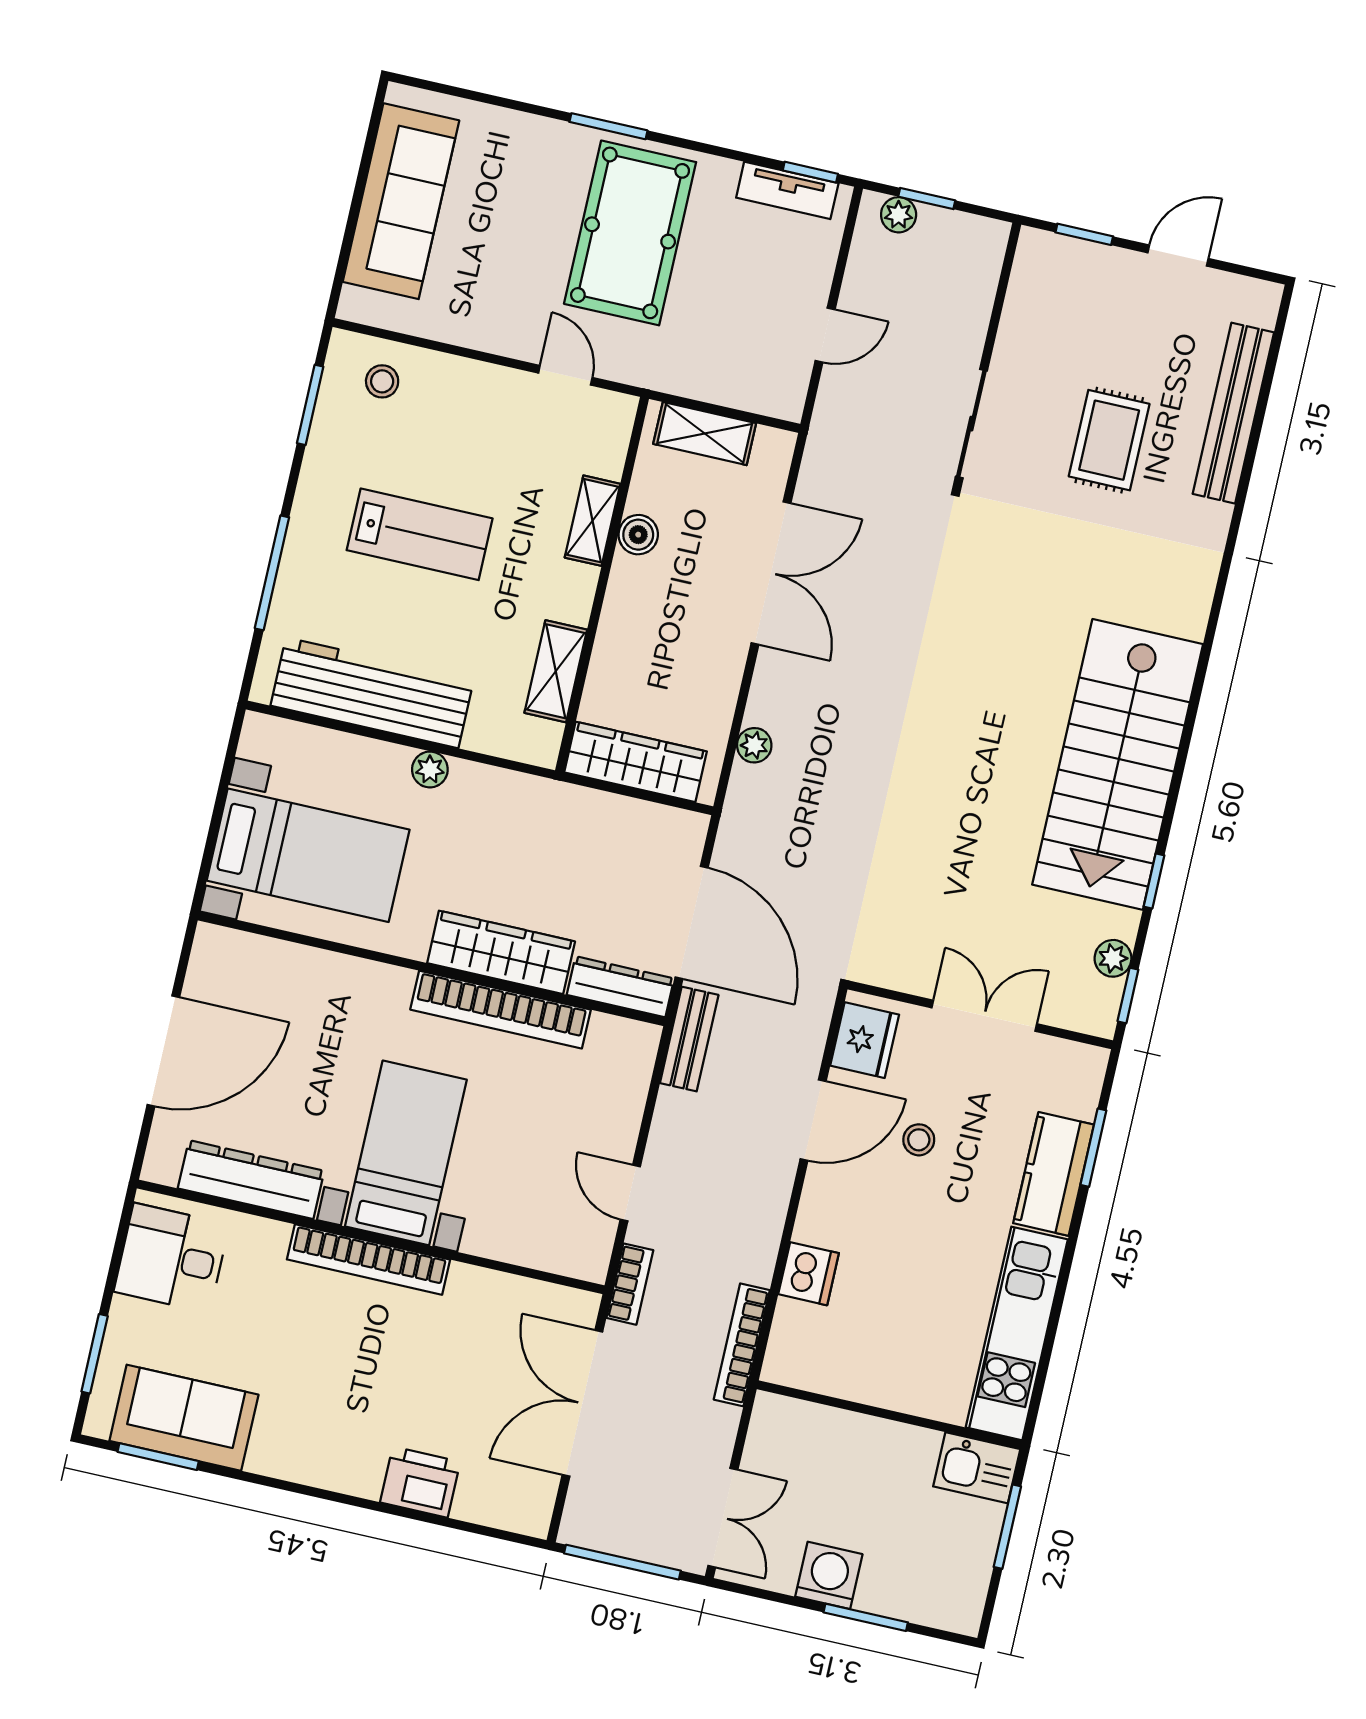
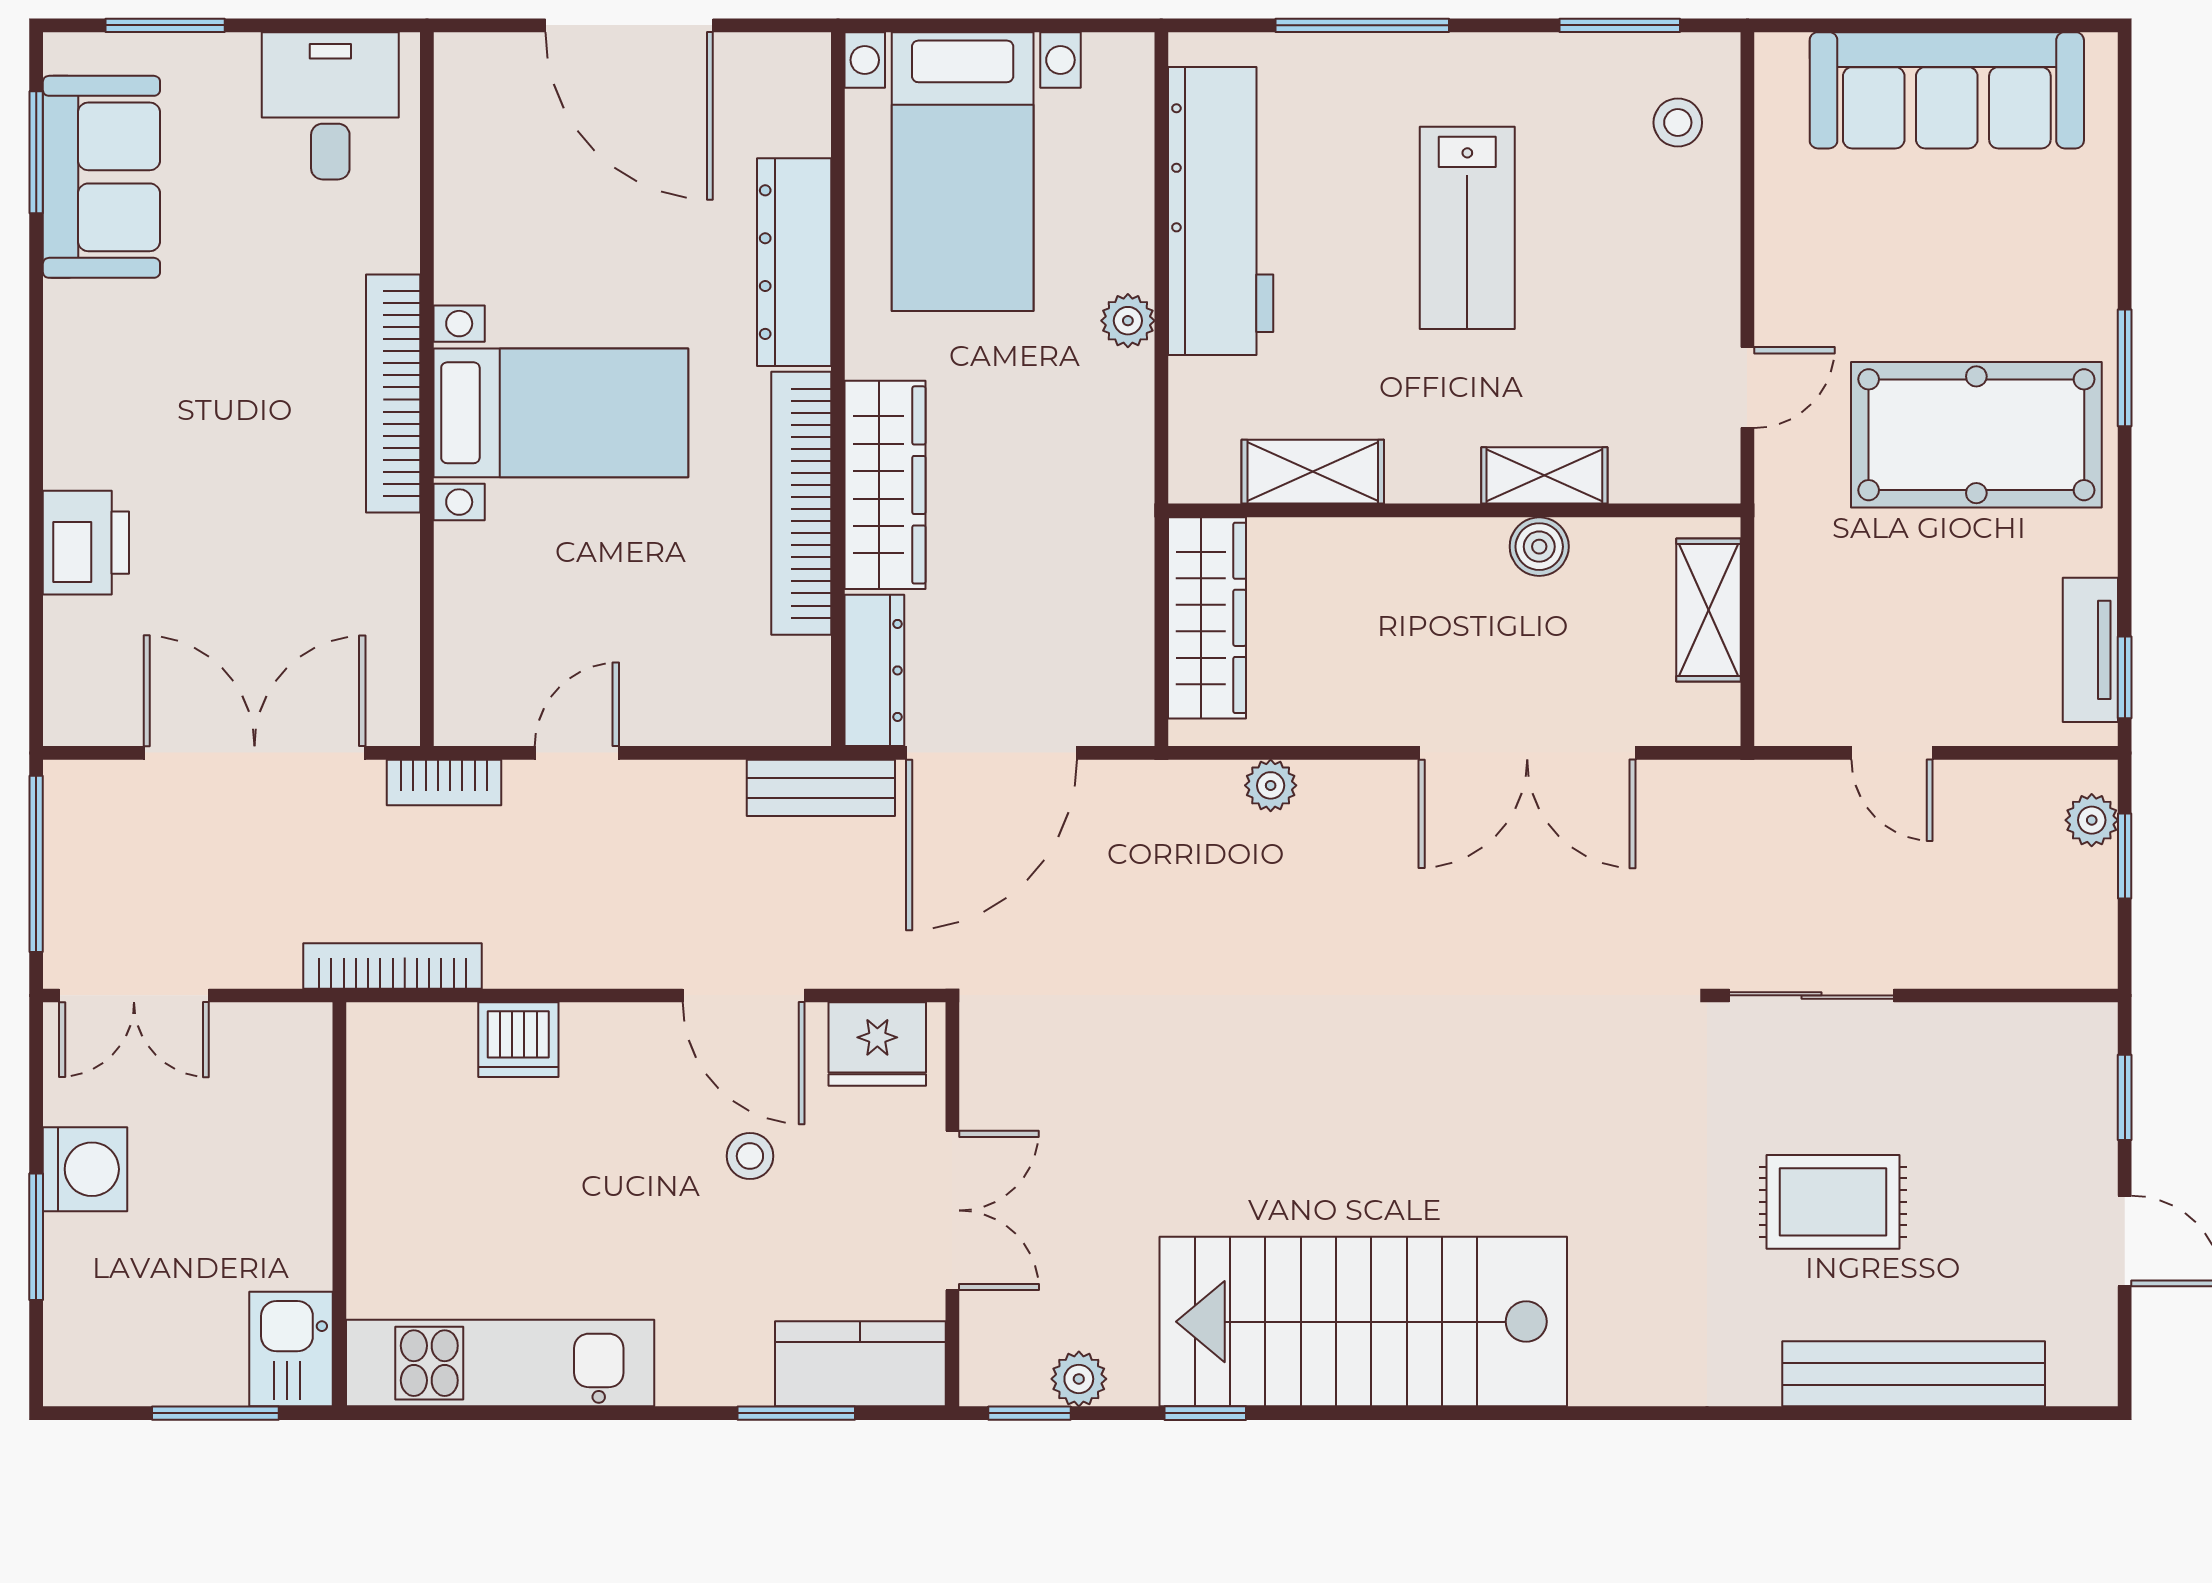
kitchen counter: (1054, 1174) -> (860, 1364), moved
dresser: (251, 1180) -> (794, 262), moved, turned 180

